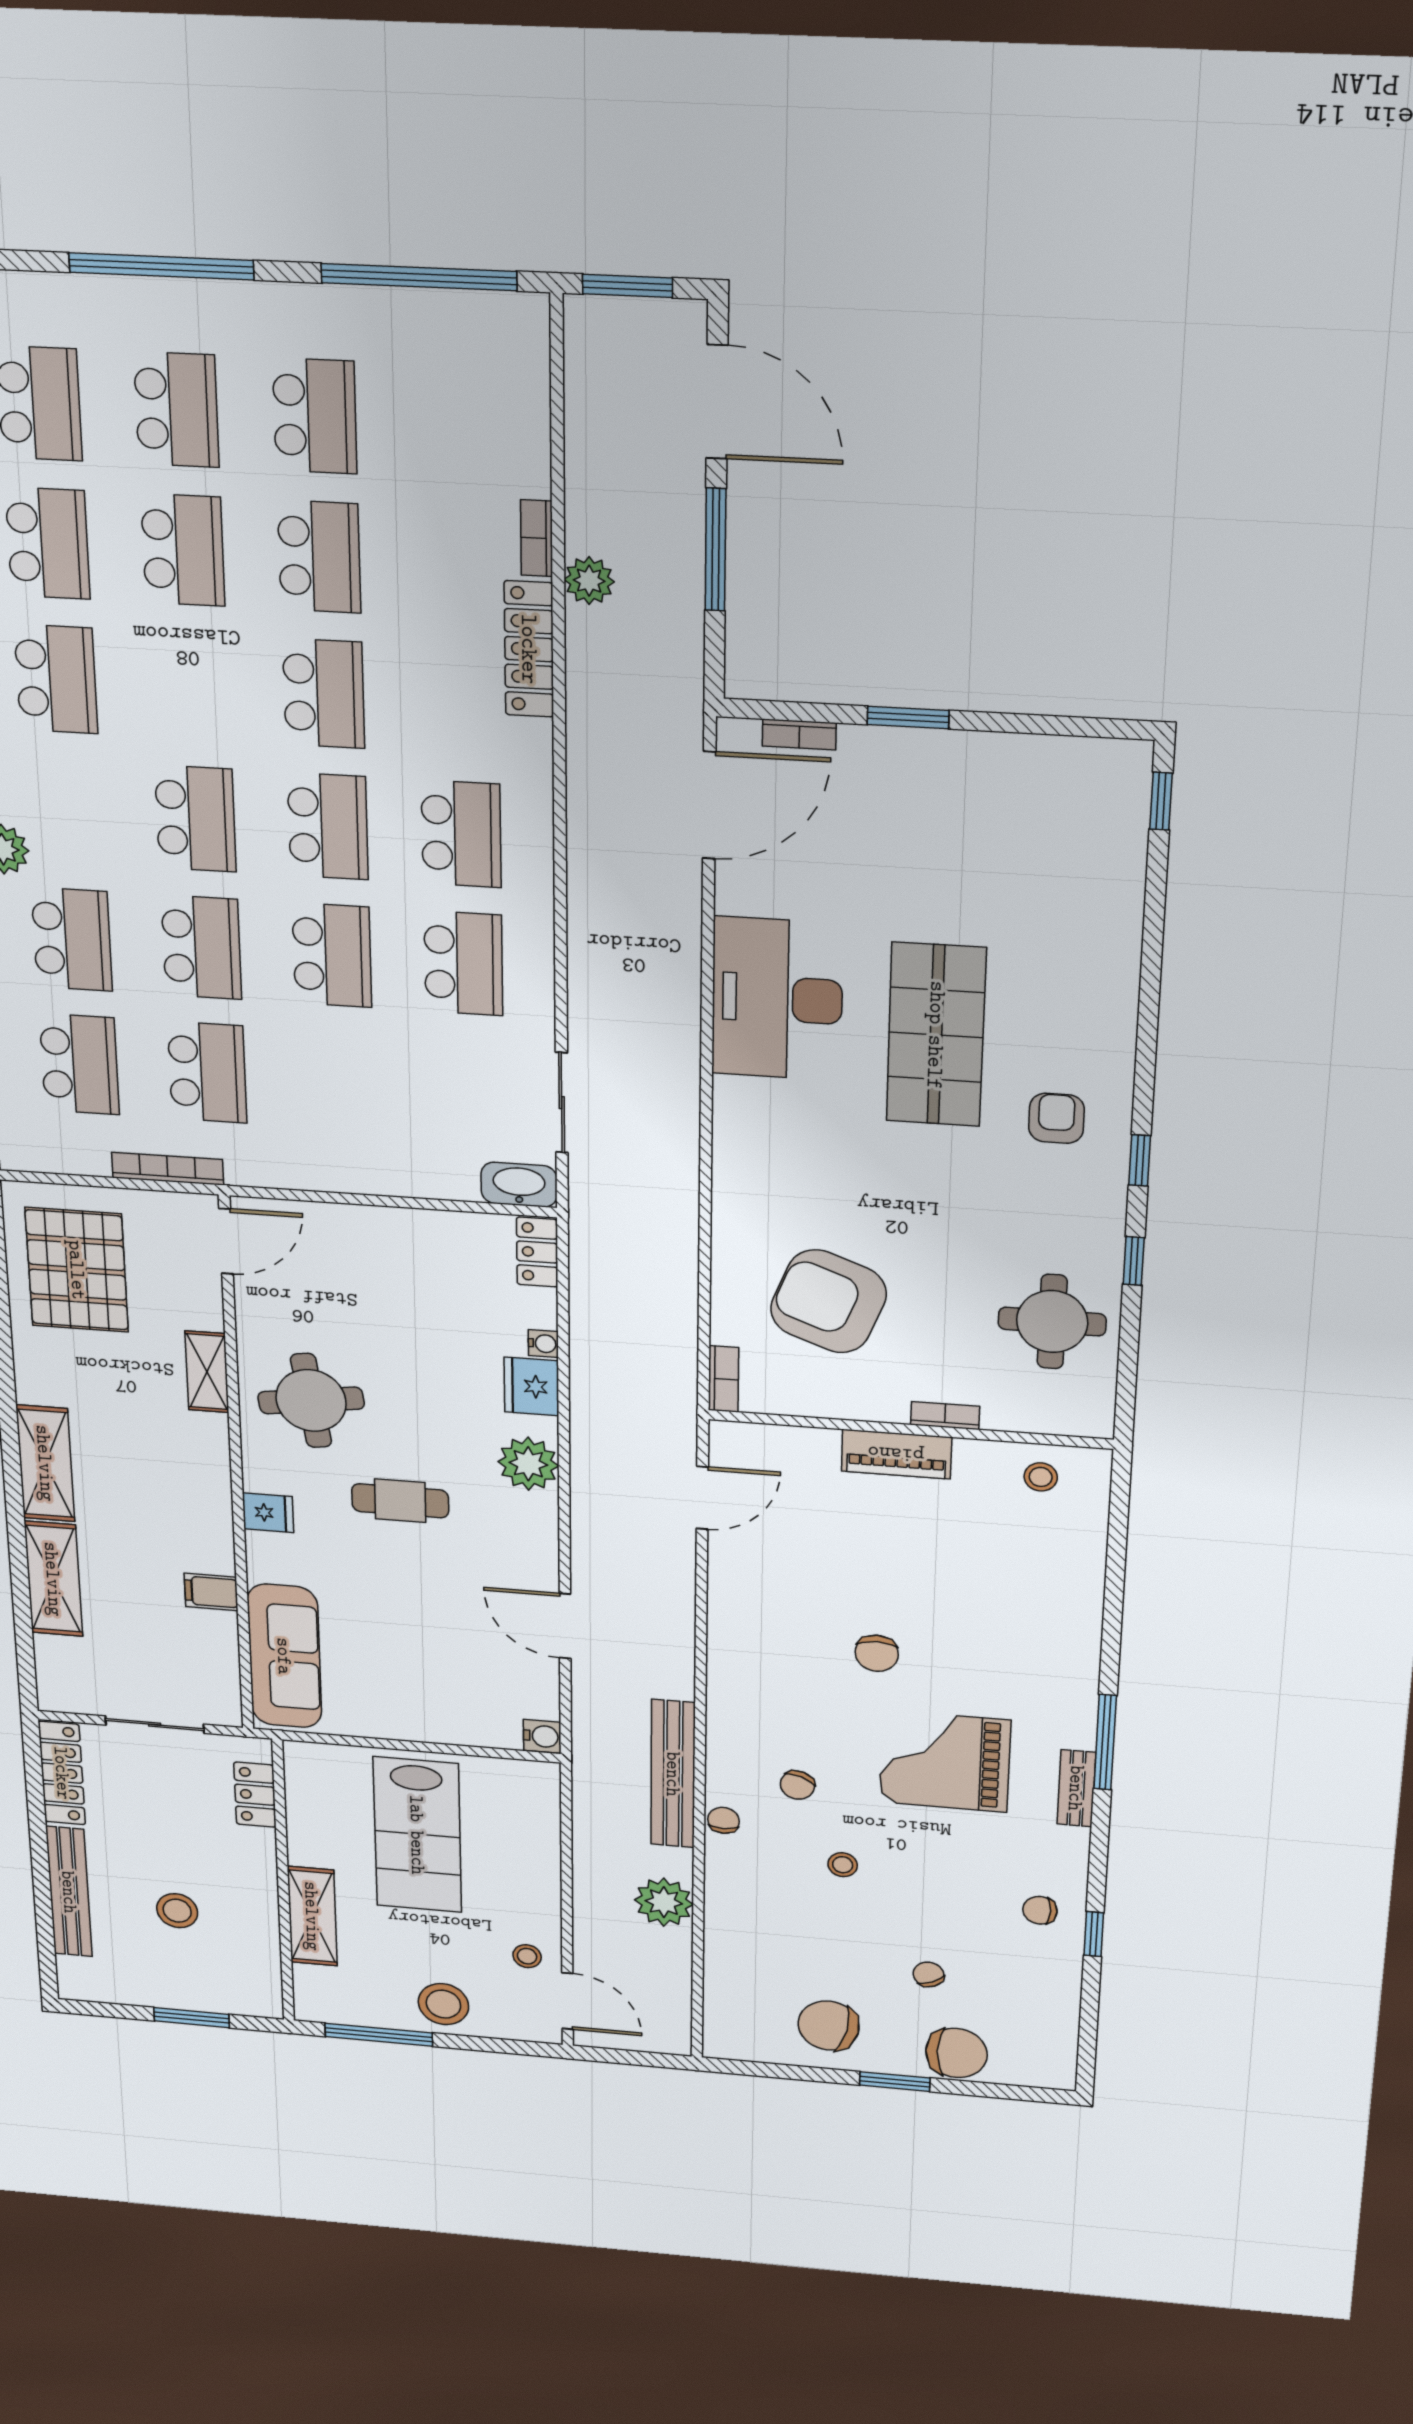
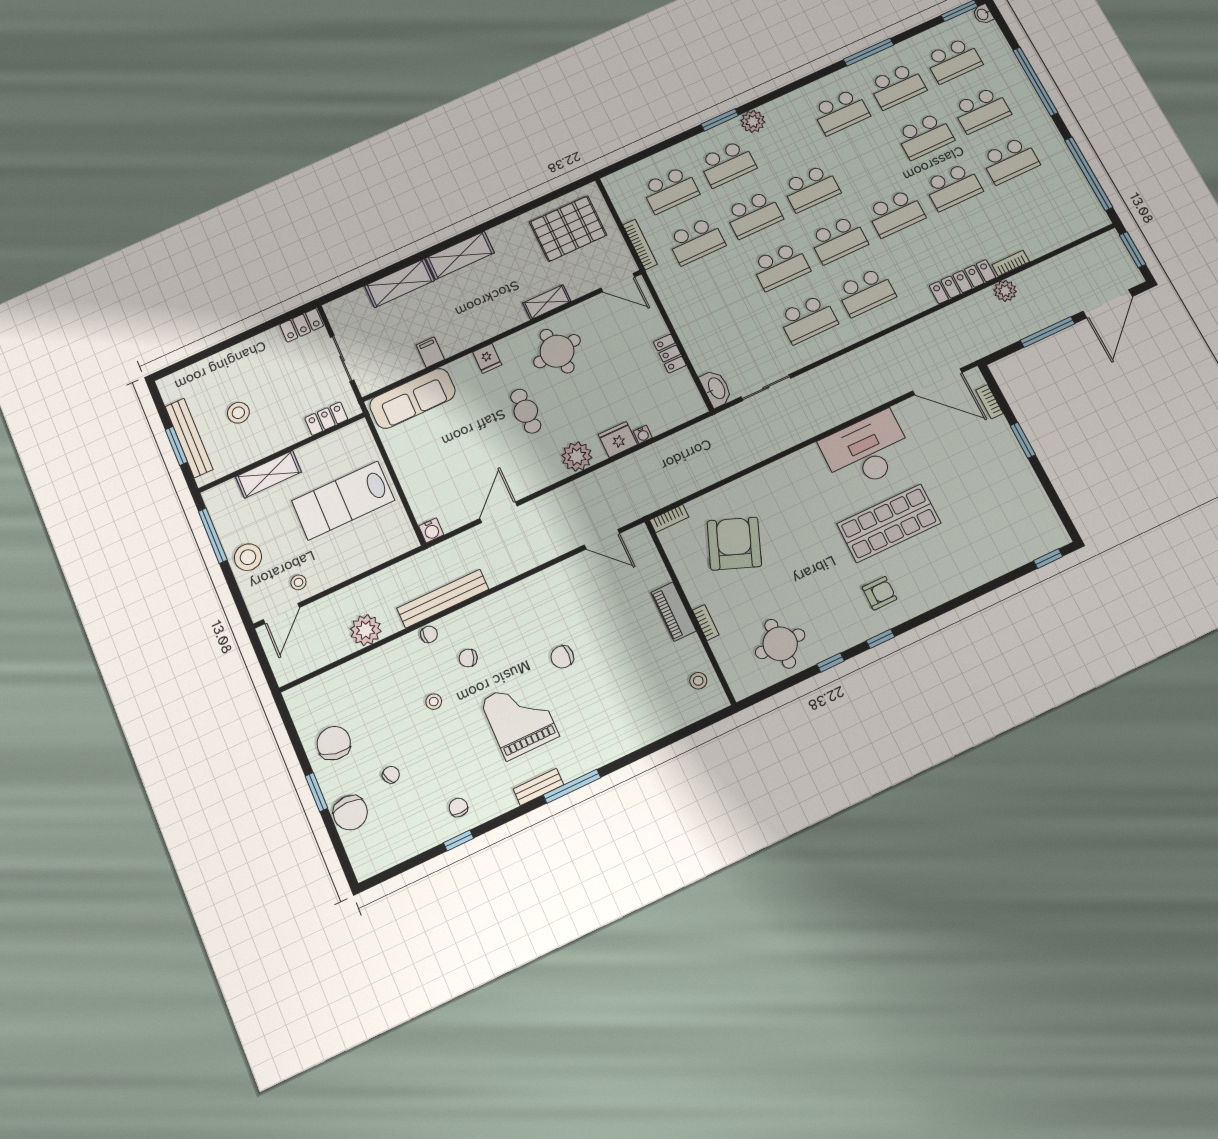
locker: (537, 1252) -> (670, 354), moved, turned -90
locker: (62, 1773) -> (302, 325), width x0.66
bench: (69, 1892) -> (189, 438), moved, turned 90

